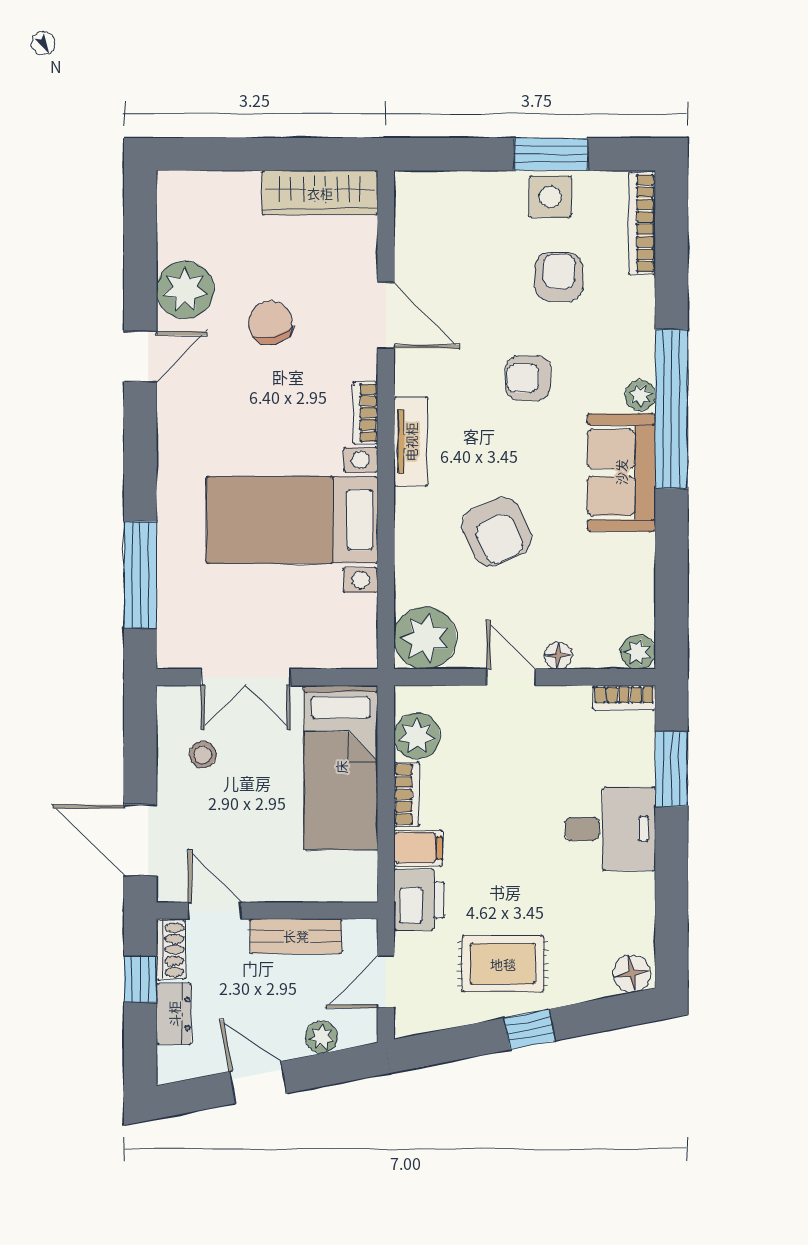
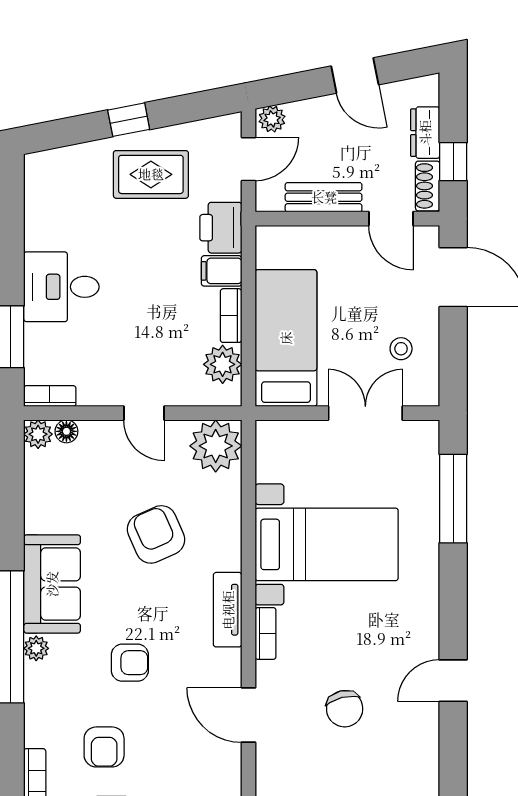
plant: (185, 290) -> (416, 736), removed
floor lamp: (558, 655) -> (66, 431), moved
floor lamp: (632, 974) -> (43, 166), removed
plant: (322, 1037) -> (272, 119), moved

